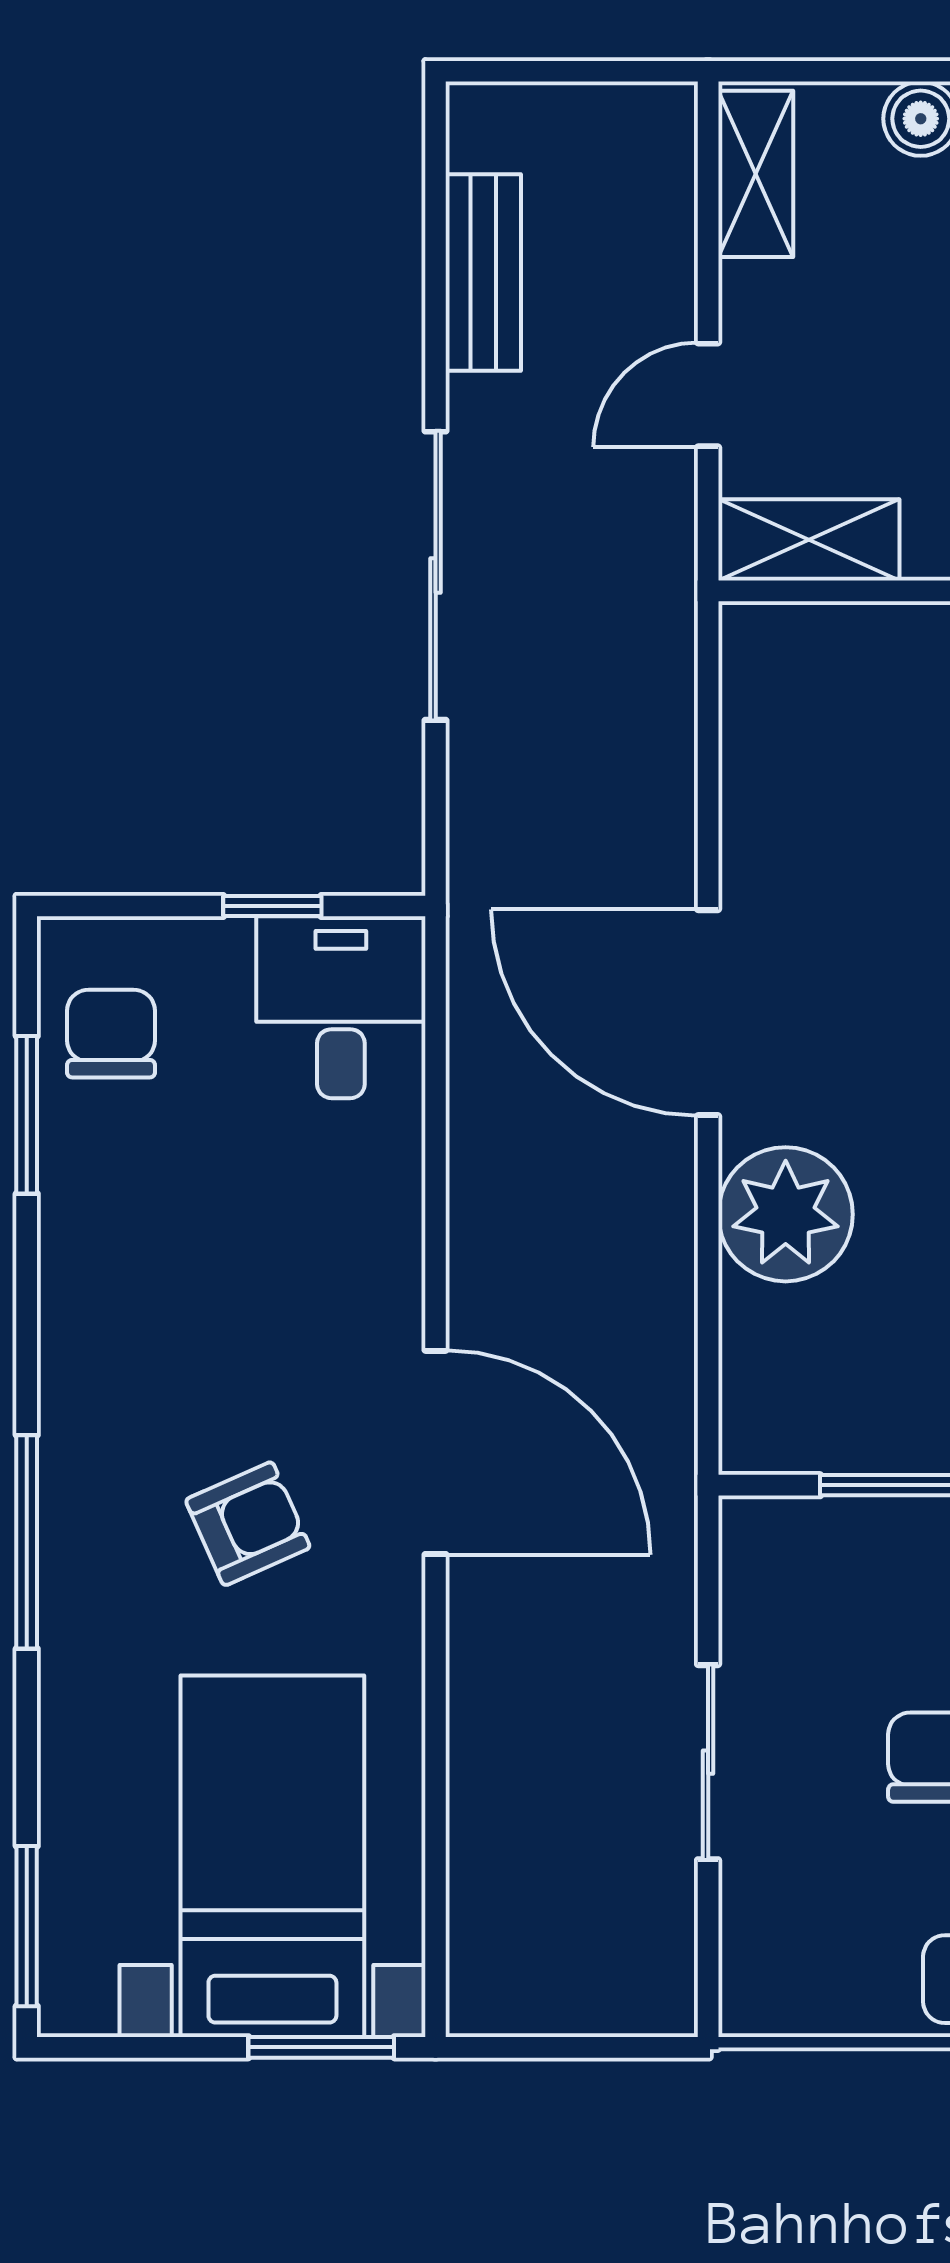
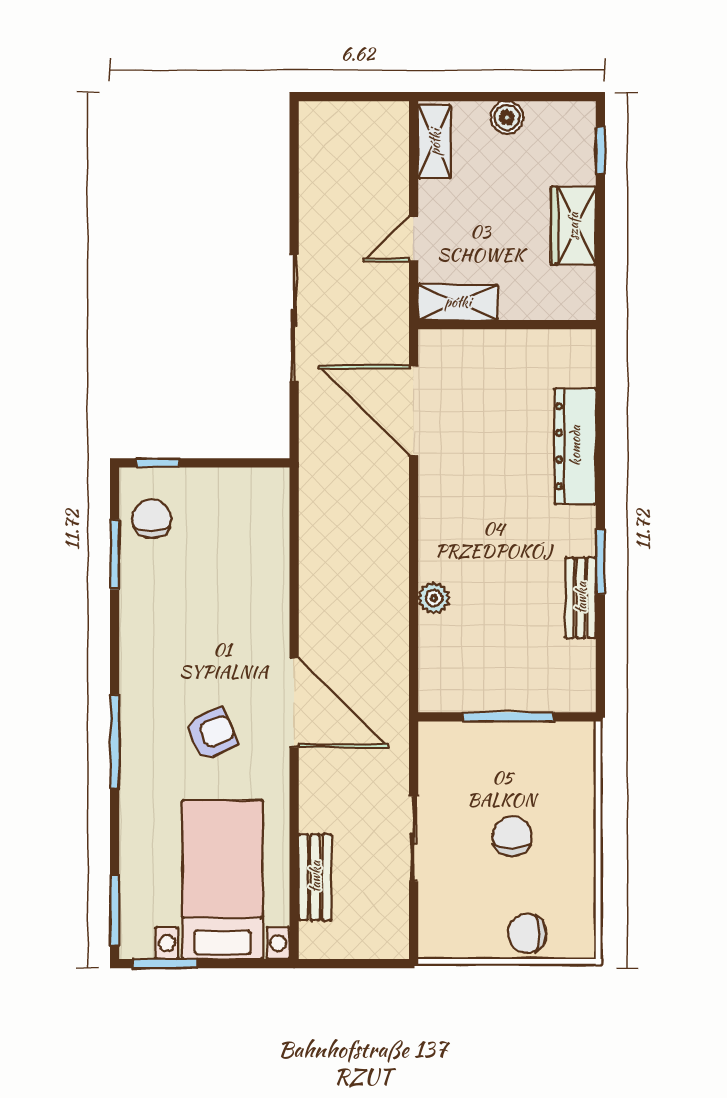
bench: (483, 273) -> (315, 877), moved
window: (272, 906) -> (158, 463), moved
desk: (341, 1007) -> (253, 507), removed
door: (708, 1013) -> (414, 410), moved
plant: (786, 1214) -> (434, 598), width x0.53, depth x0.53
window: (321, 2047) -> (165, 964), moved

